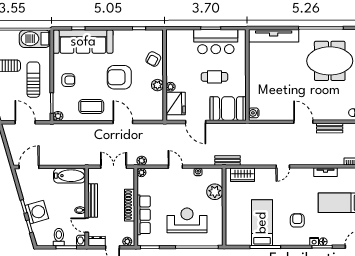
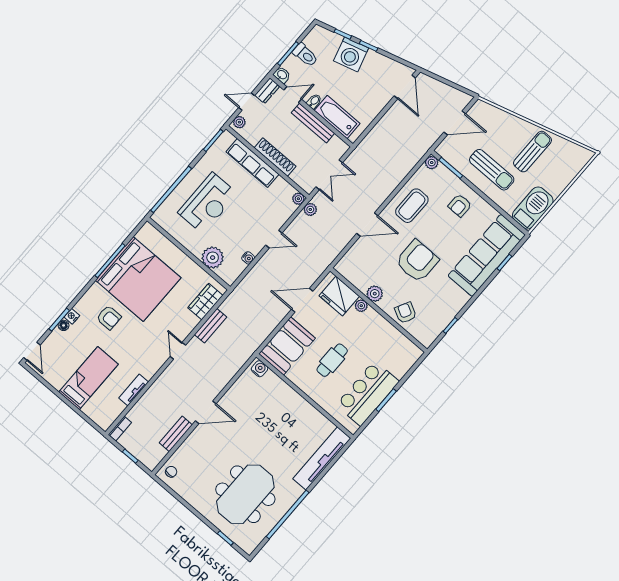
bench: (228, 160) -> (211, 326), moved
bathtub: (70, 176) -> (337, 117), moved, turned 90
bed: (262, 223) -> (138, 279), width x2.04

